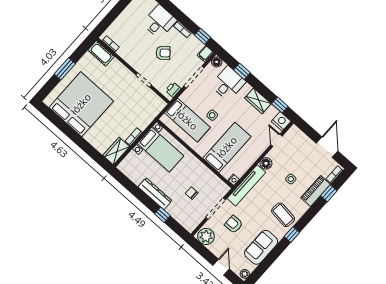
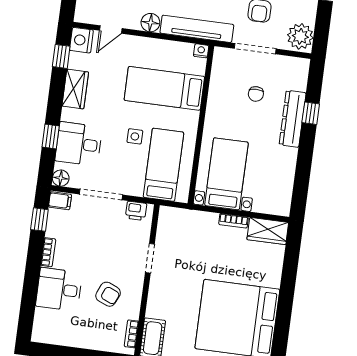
armchair: (163, 53) -> (108, 294), moved, turned 153
dresser: (155, 194) -> (293, 119), moved

